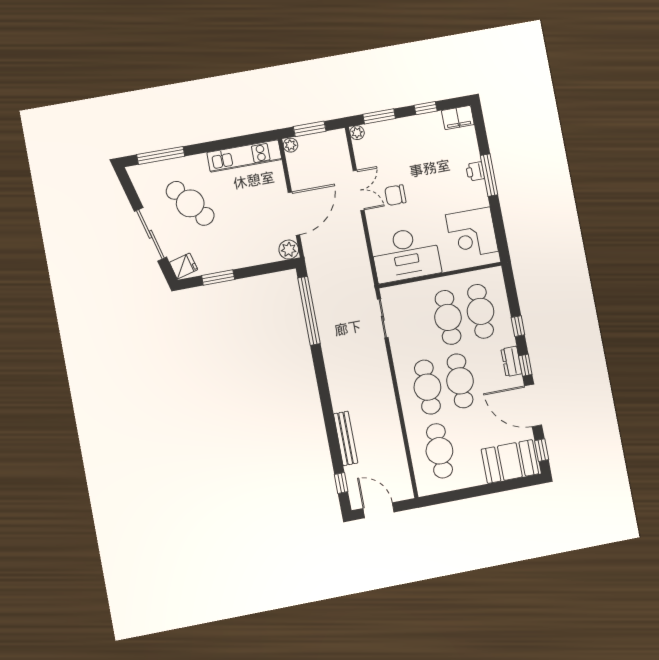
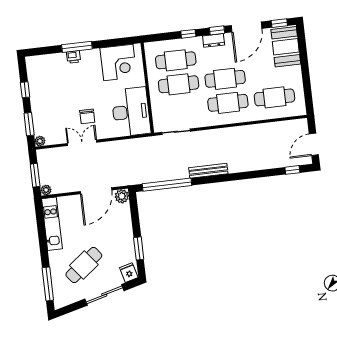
filing cabinet: (458, 118) -> (33, 67), removed
door: (294, 214) -> (96, 191), swing flipped
bench: (346, 438) -> (208, 171), moved

